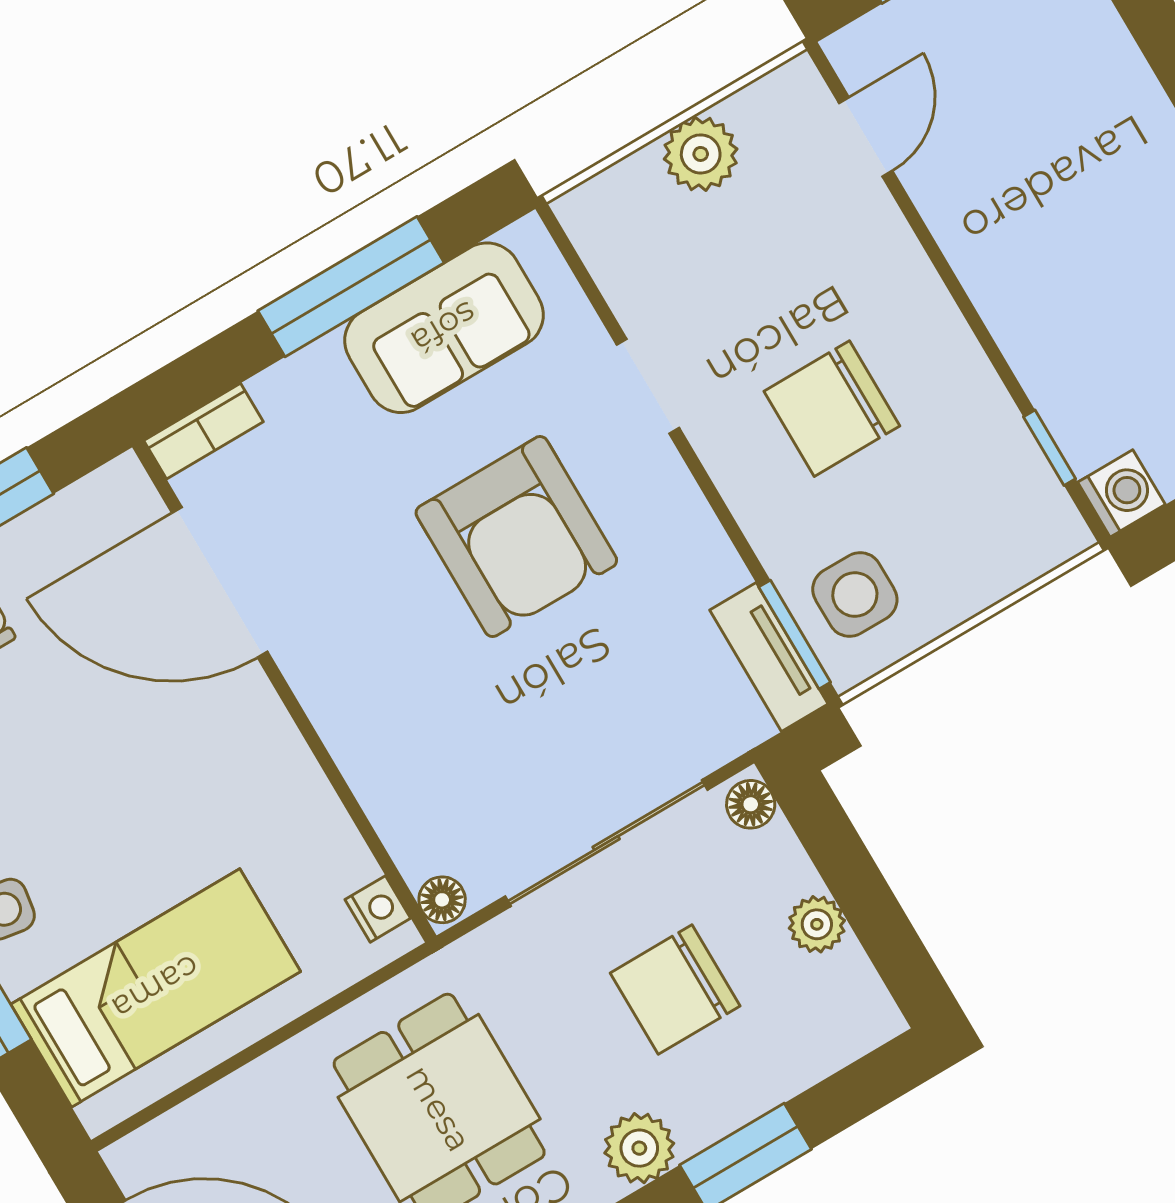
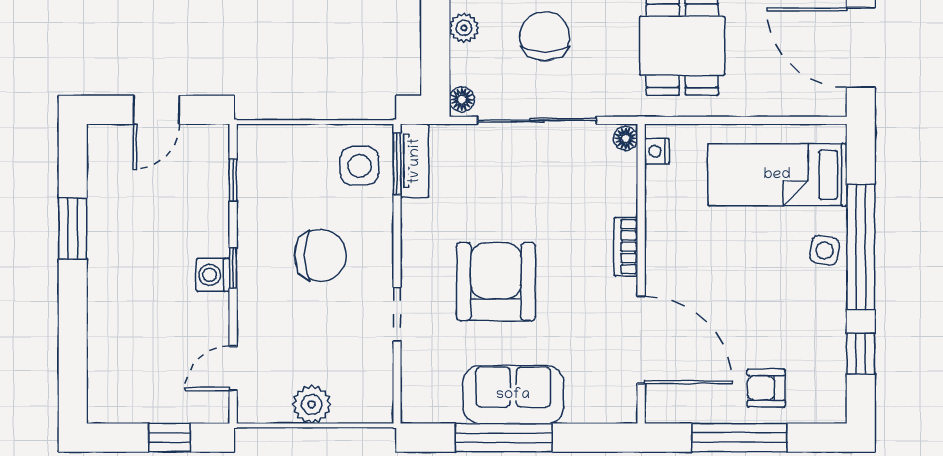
window: (963, 302) -> (233, 268), added
sofa: (444, 328) -> (513, 395), moved
bookcase: (203, 431) -> (626, 247), moved, turned -90
washing machine: (1121, 493) -> (213, 275), moved
chair: (675, 990) -> (545, 36), turned -90

